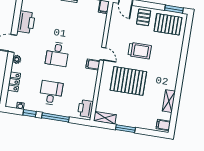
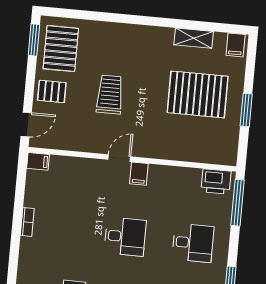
pallet: (128, 81) -> (198, 94), moved, turned 90
desk: (51, 93) -> (193, 243), turned 180
window: (55, 117) -> (238, 203), moved
shelving: (105, 118) -> (230, 147), removed

